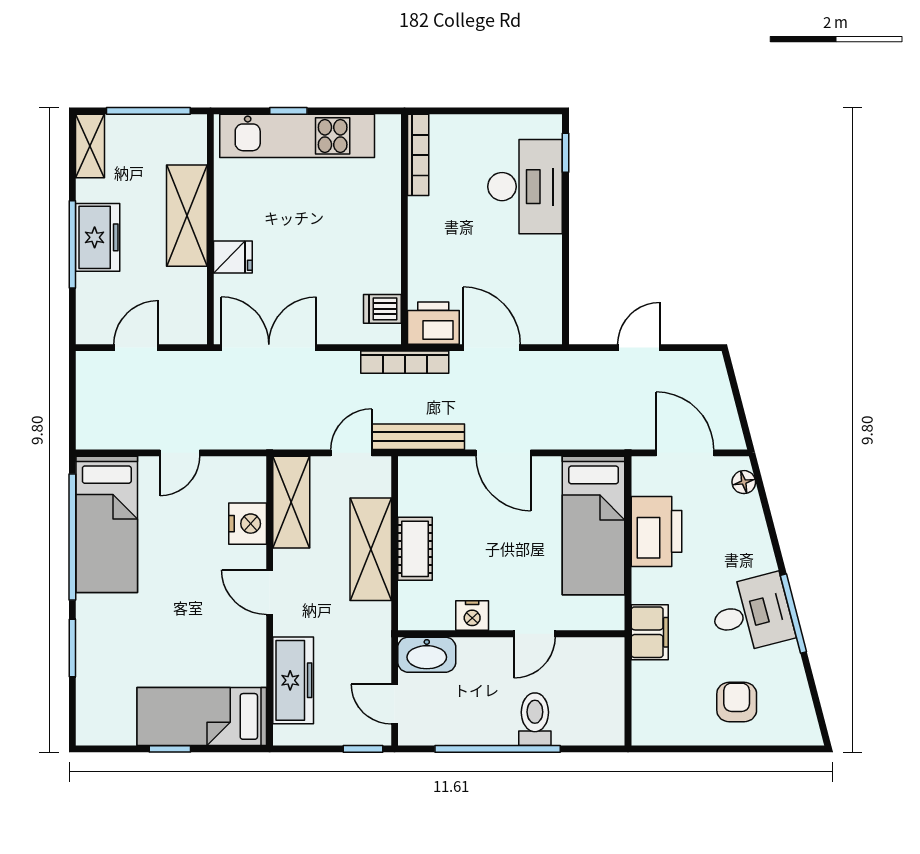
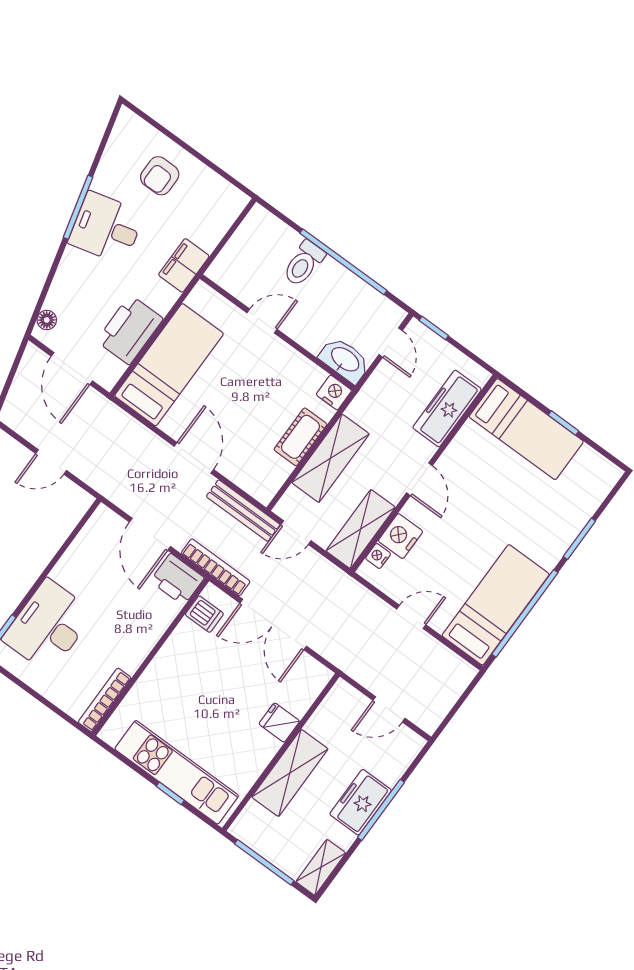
double door: (269, 348) -> (273, 625), moved
nightstand: (255, 488) -> (378, 556), added
nightstand: (472, 616) -> (334, 392), moved

